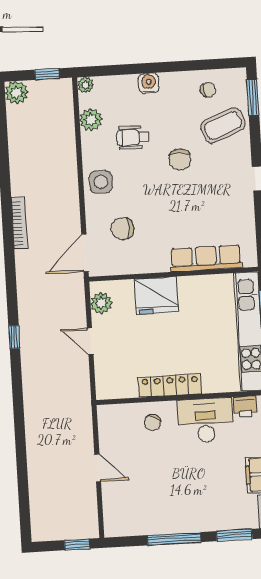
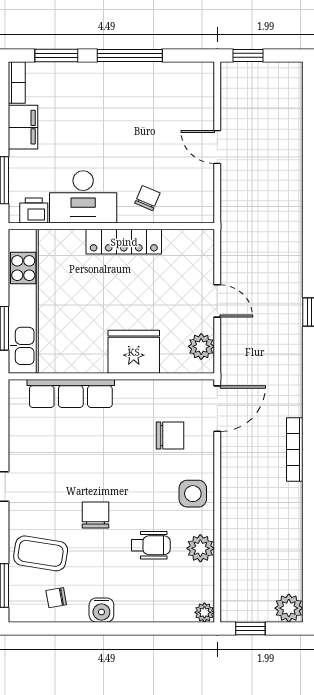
water cooler: (149, 83) -> (101, 610), moved
plant: (91, 120) -> (200, 548), moved
coffee table: (223, 125) -> (41, 553), turned 31

